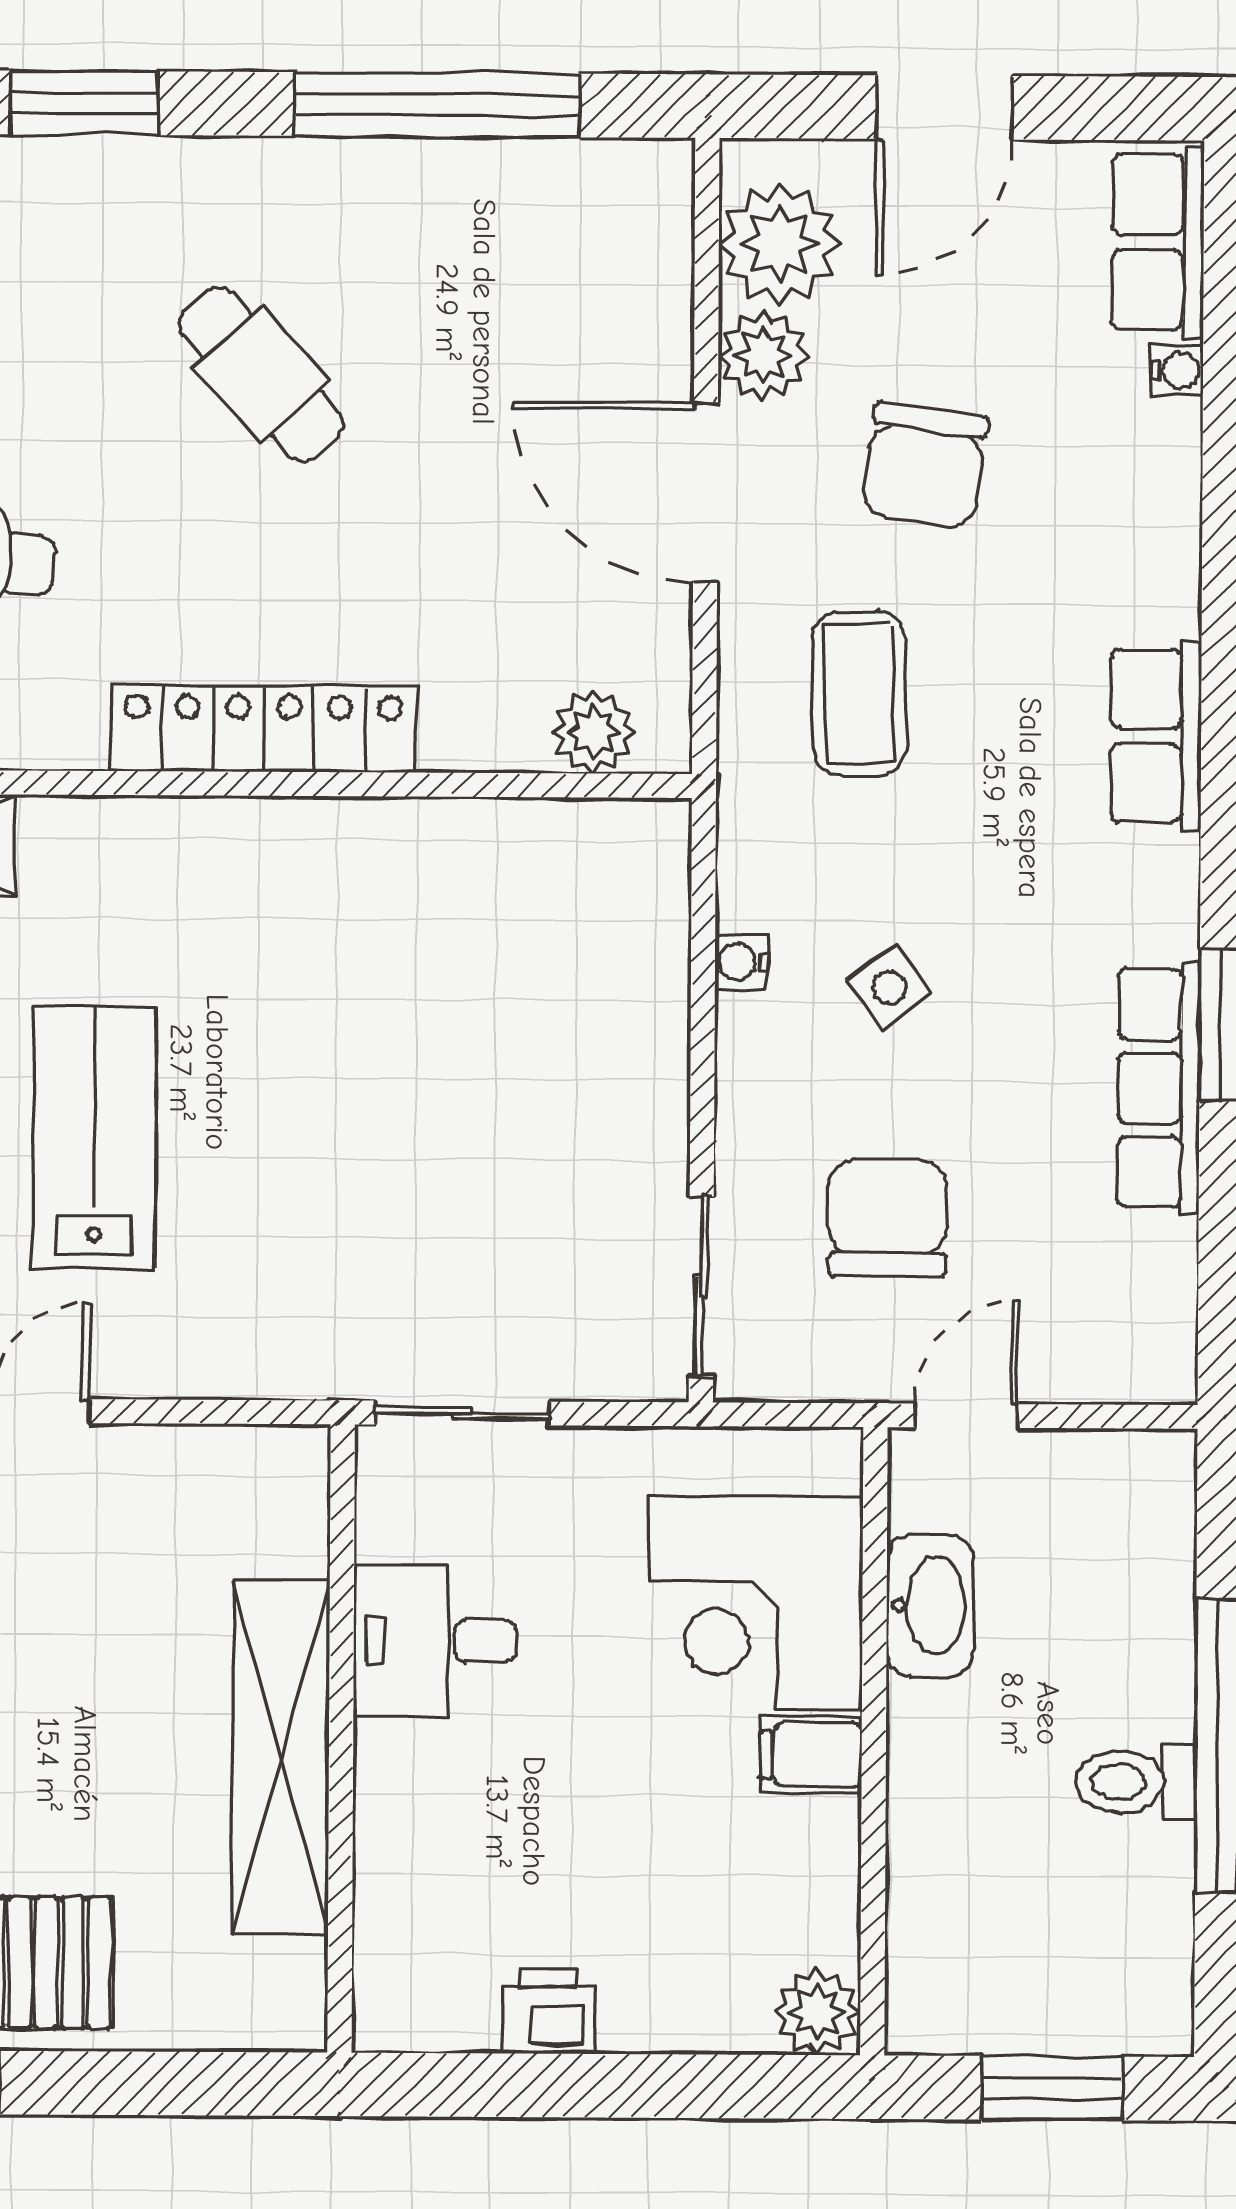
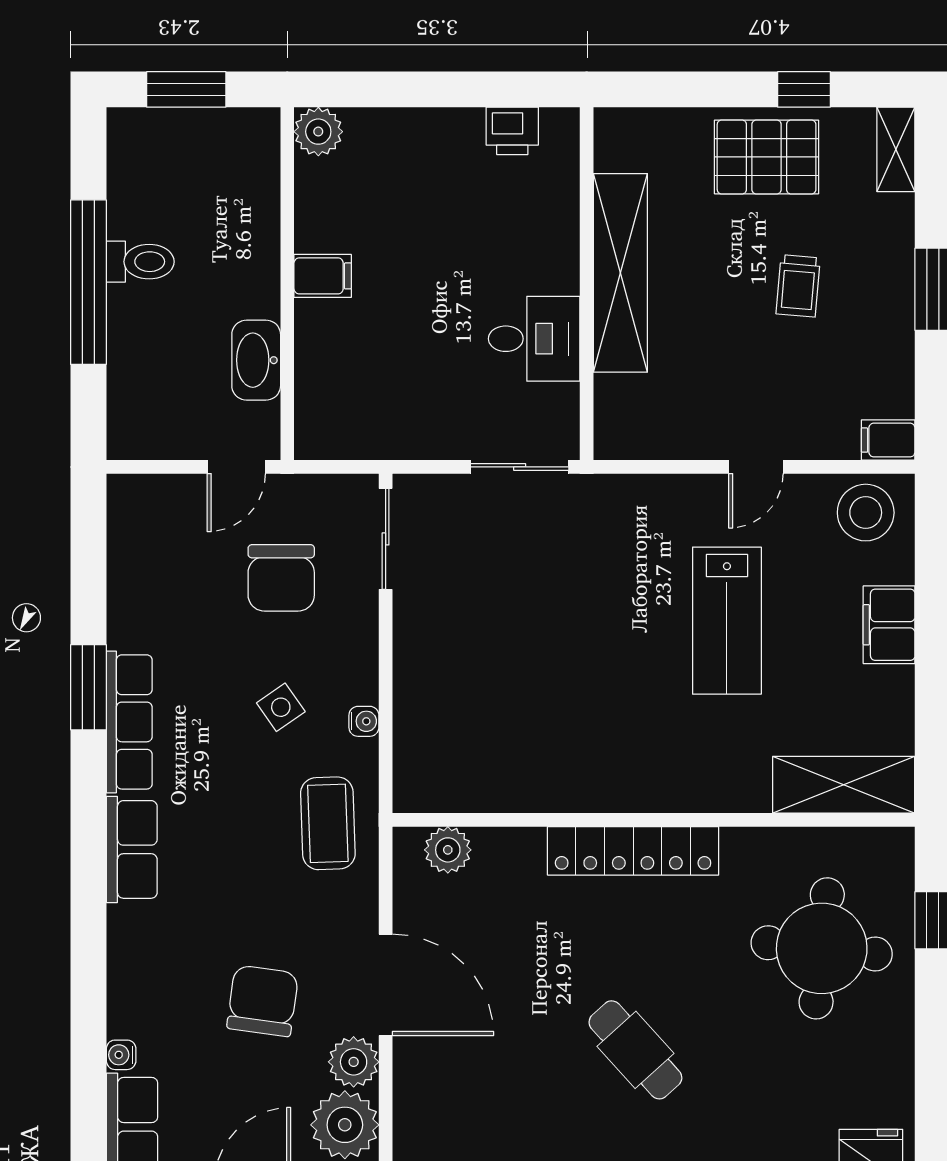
coffee table: (860, 693) -> (328, 823), moved
row of seats: (1159, 1088) -> (129, 722), moved
corner desk: (756, 1603) -> (354, 361), removed
printer: (549, 2012) -> (512, 131), moved

